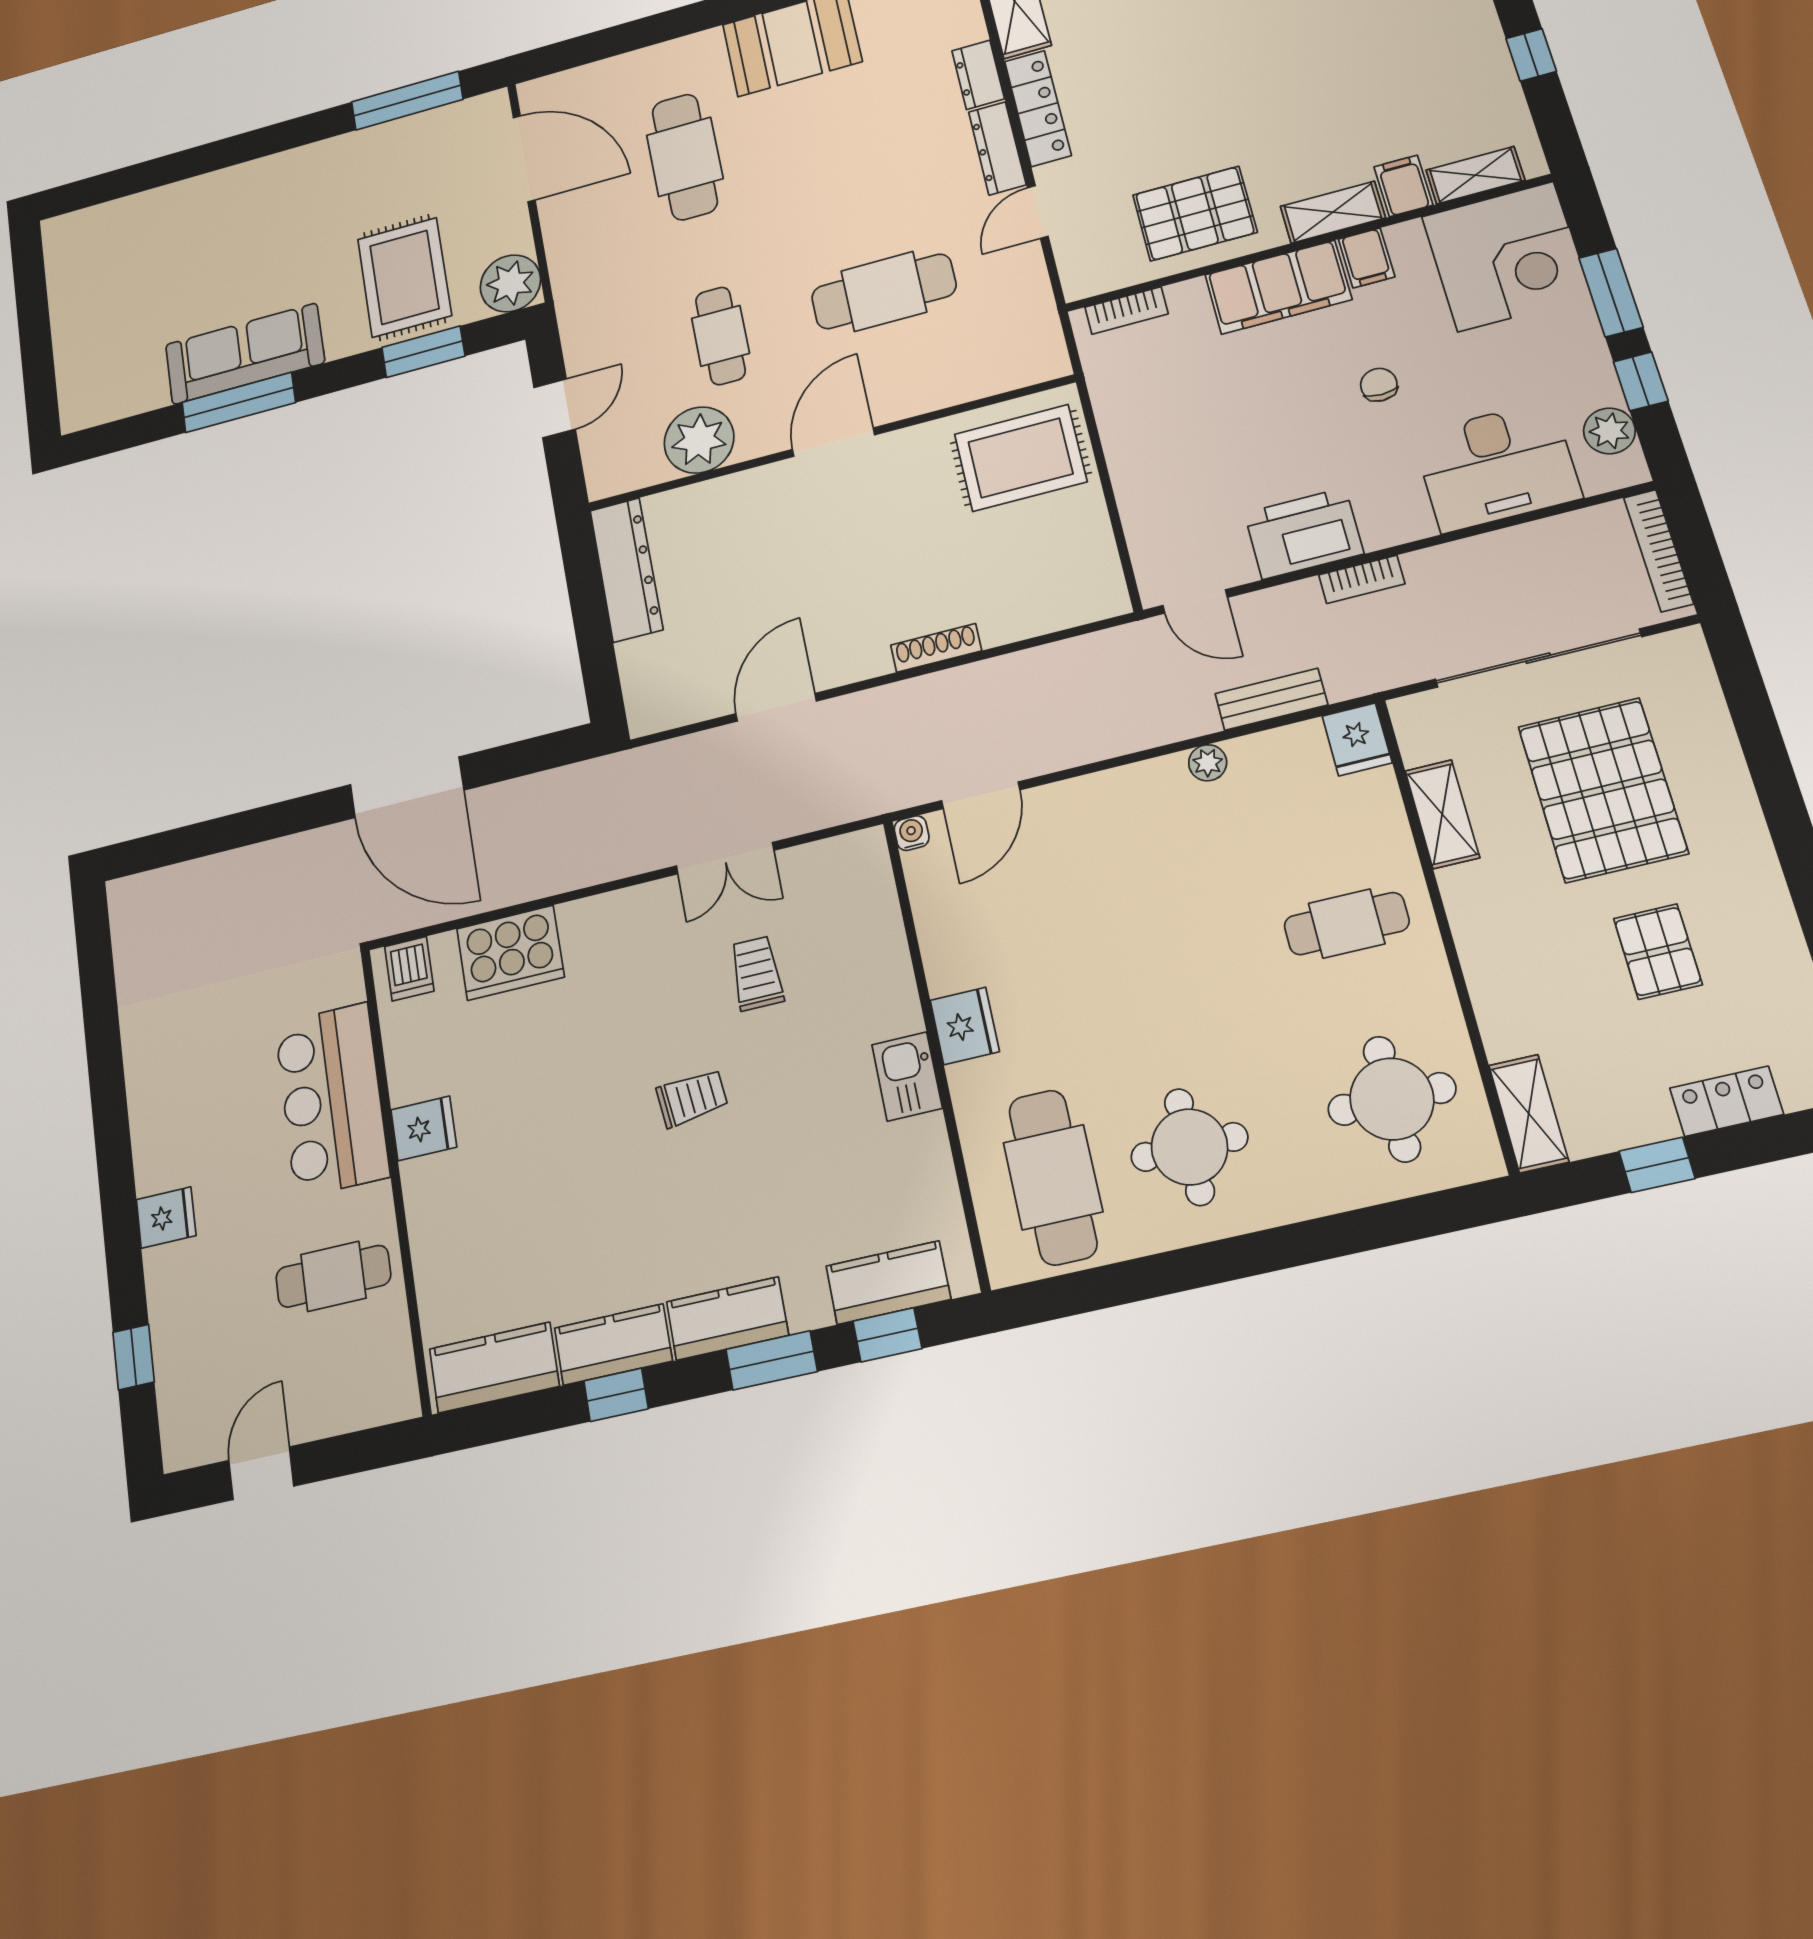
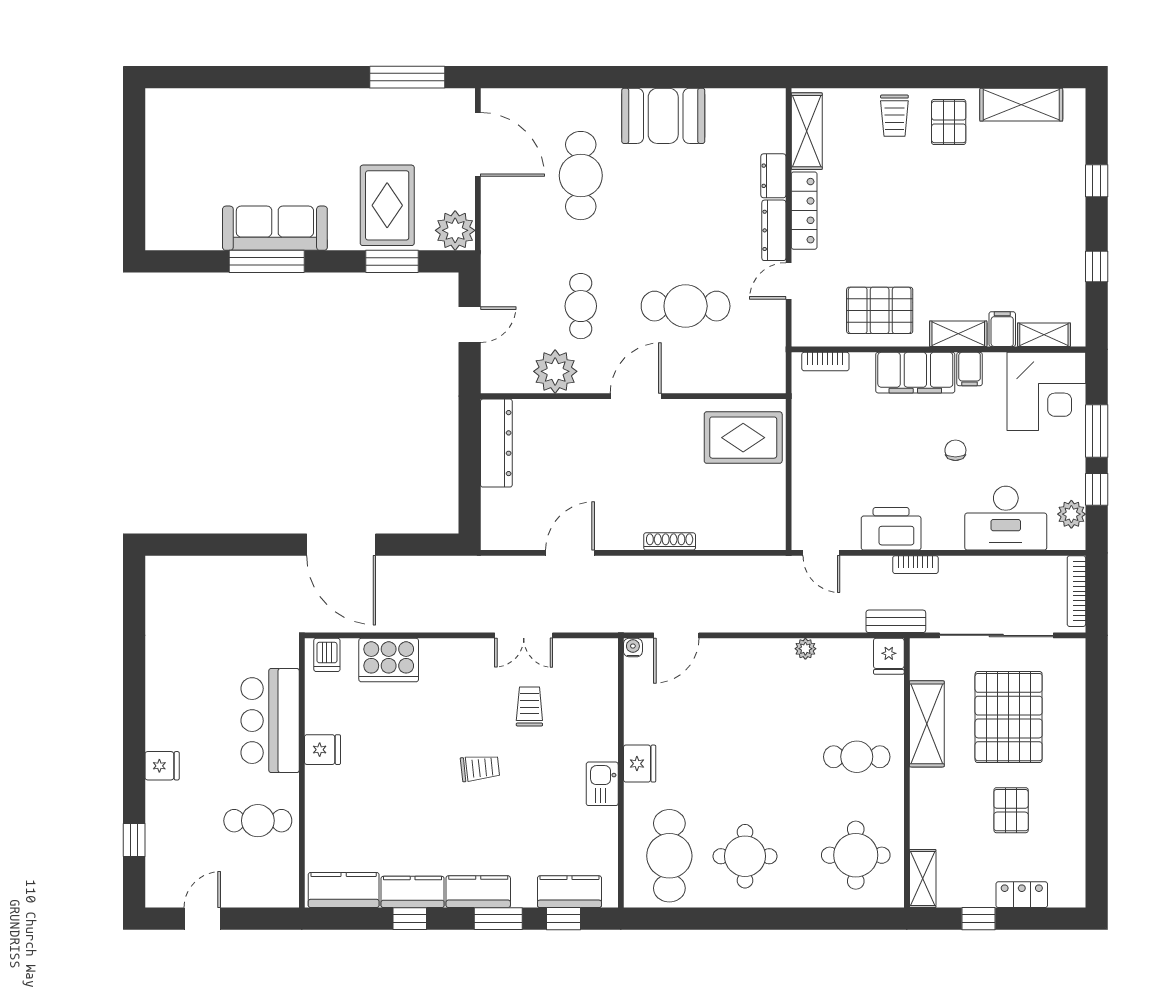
bench: (1271, 699) -> (896, 621), moved
shelving: (1442, 814) -> (927, 724), width x1.50, depth x1.33

